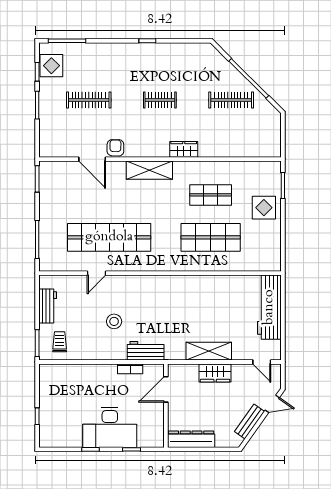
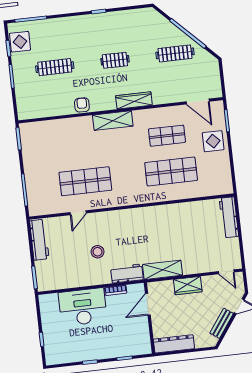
wardrobe: (184, 149) -> (134, 100), width x1.50
door: (92, 159) -> (198, 102), moved
shop shelf: (109, 237) -> (85, 181), width x0.71
workbench: (48, 306) -> (39, 240), width x1.38
workbench: (269, 307) -> (229, 217), width x0.73, depth x0.76
trolley: (60, 342) -> (53, 274), removed
shelving: (209, 351) -> (163, 270), moved
desk: (110, 427) -> (83, 307), moved, turned 180

